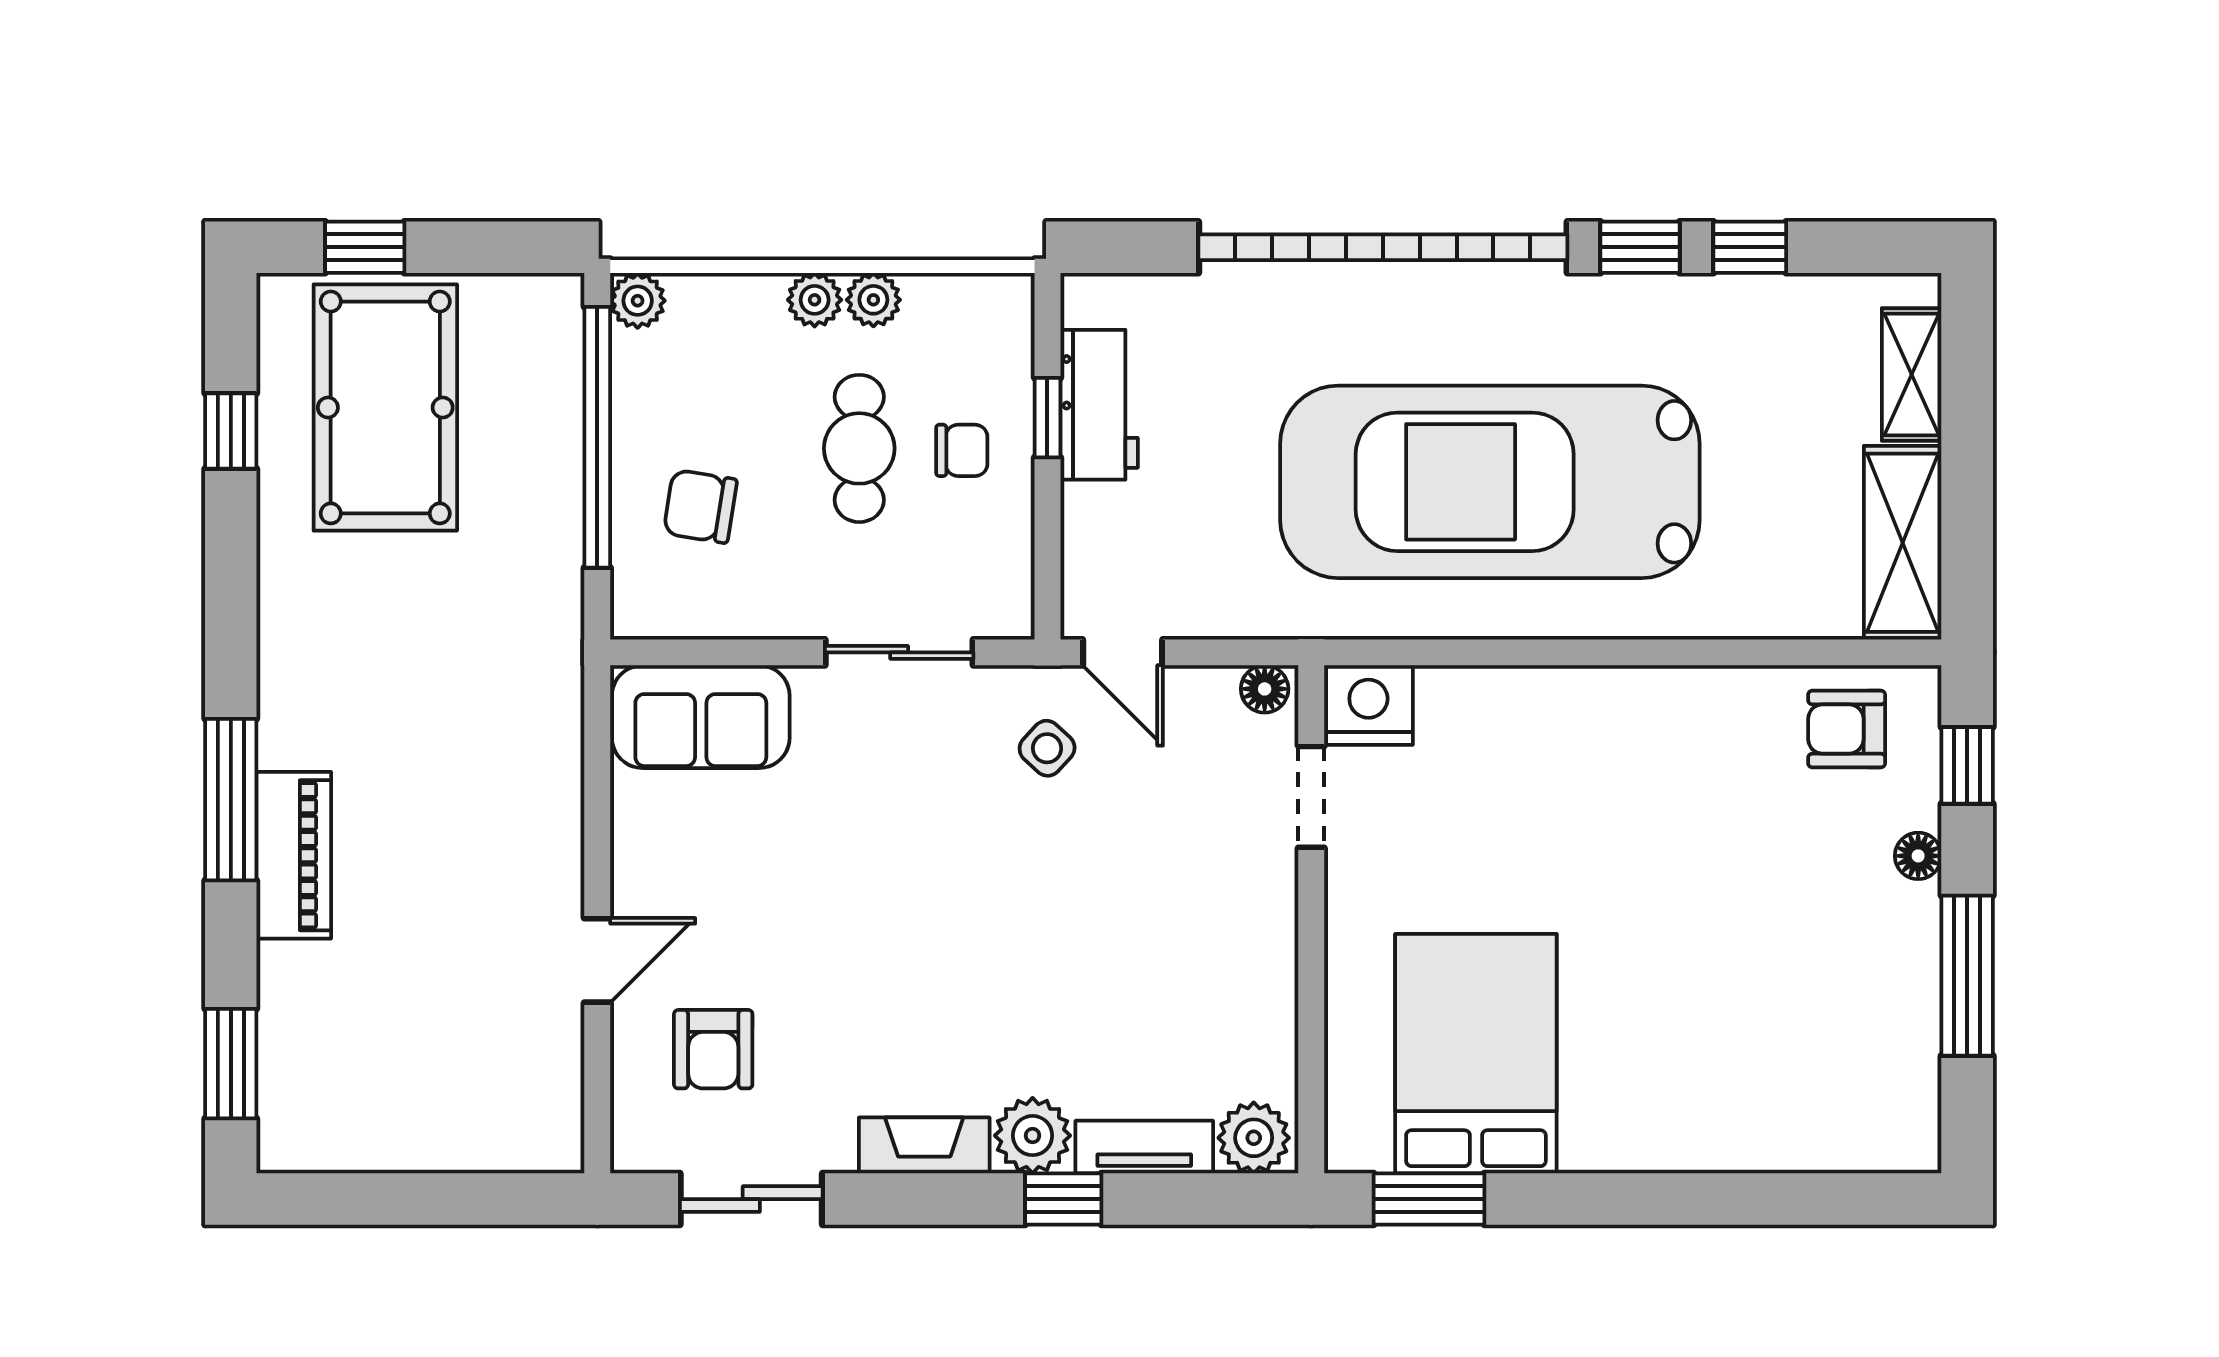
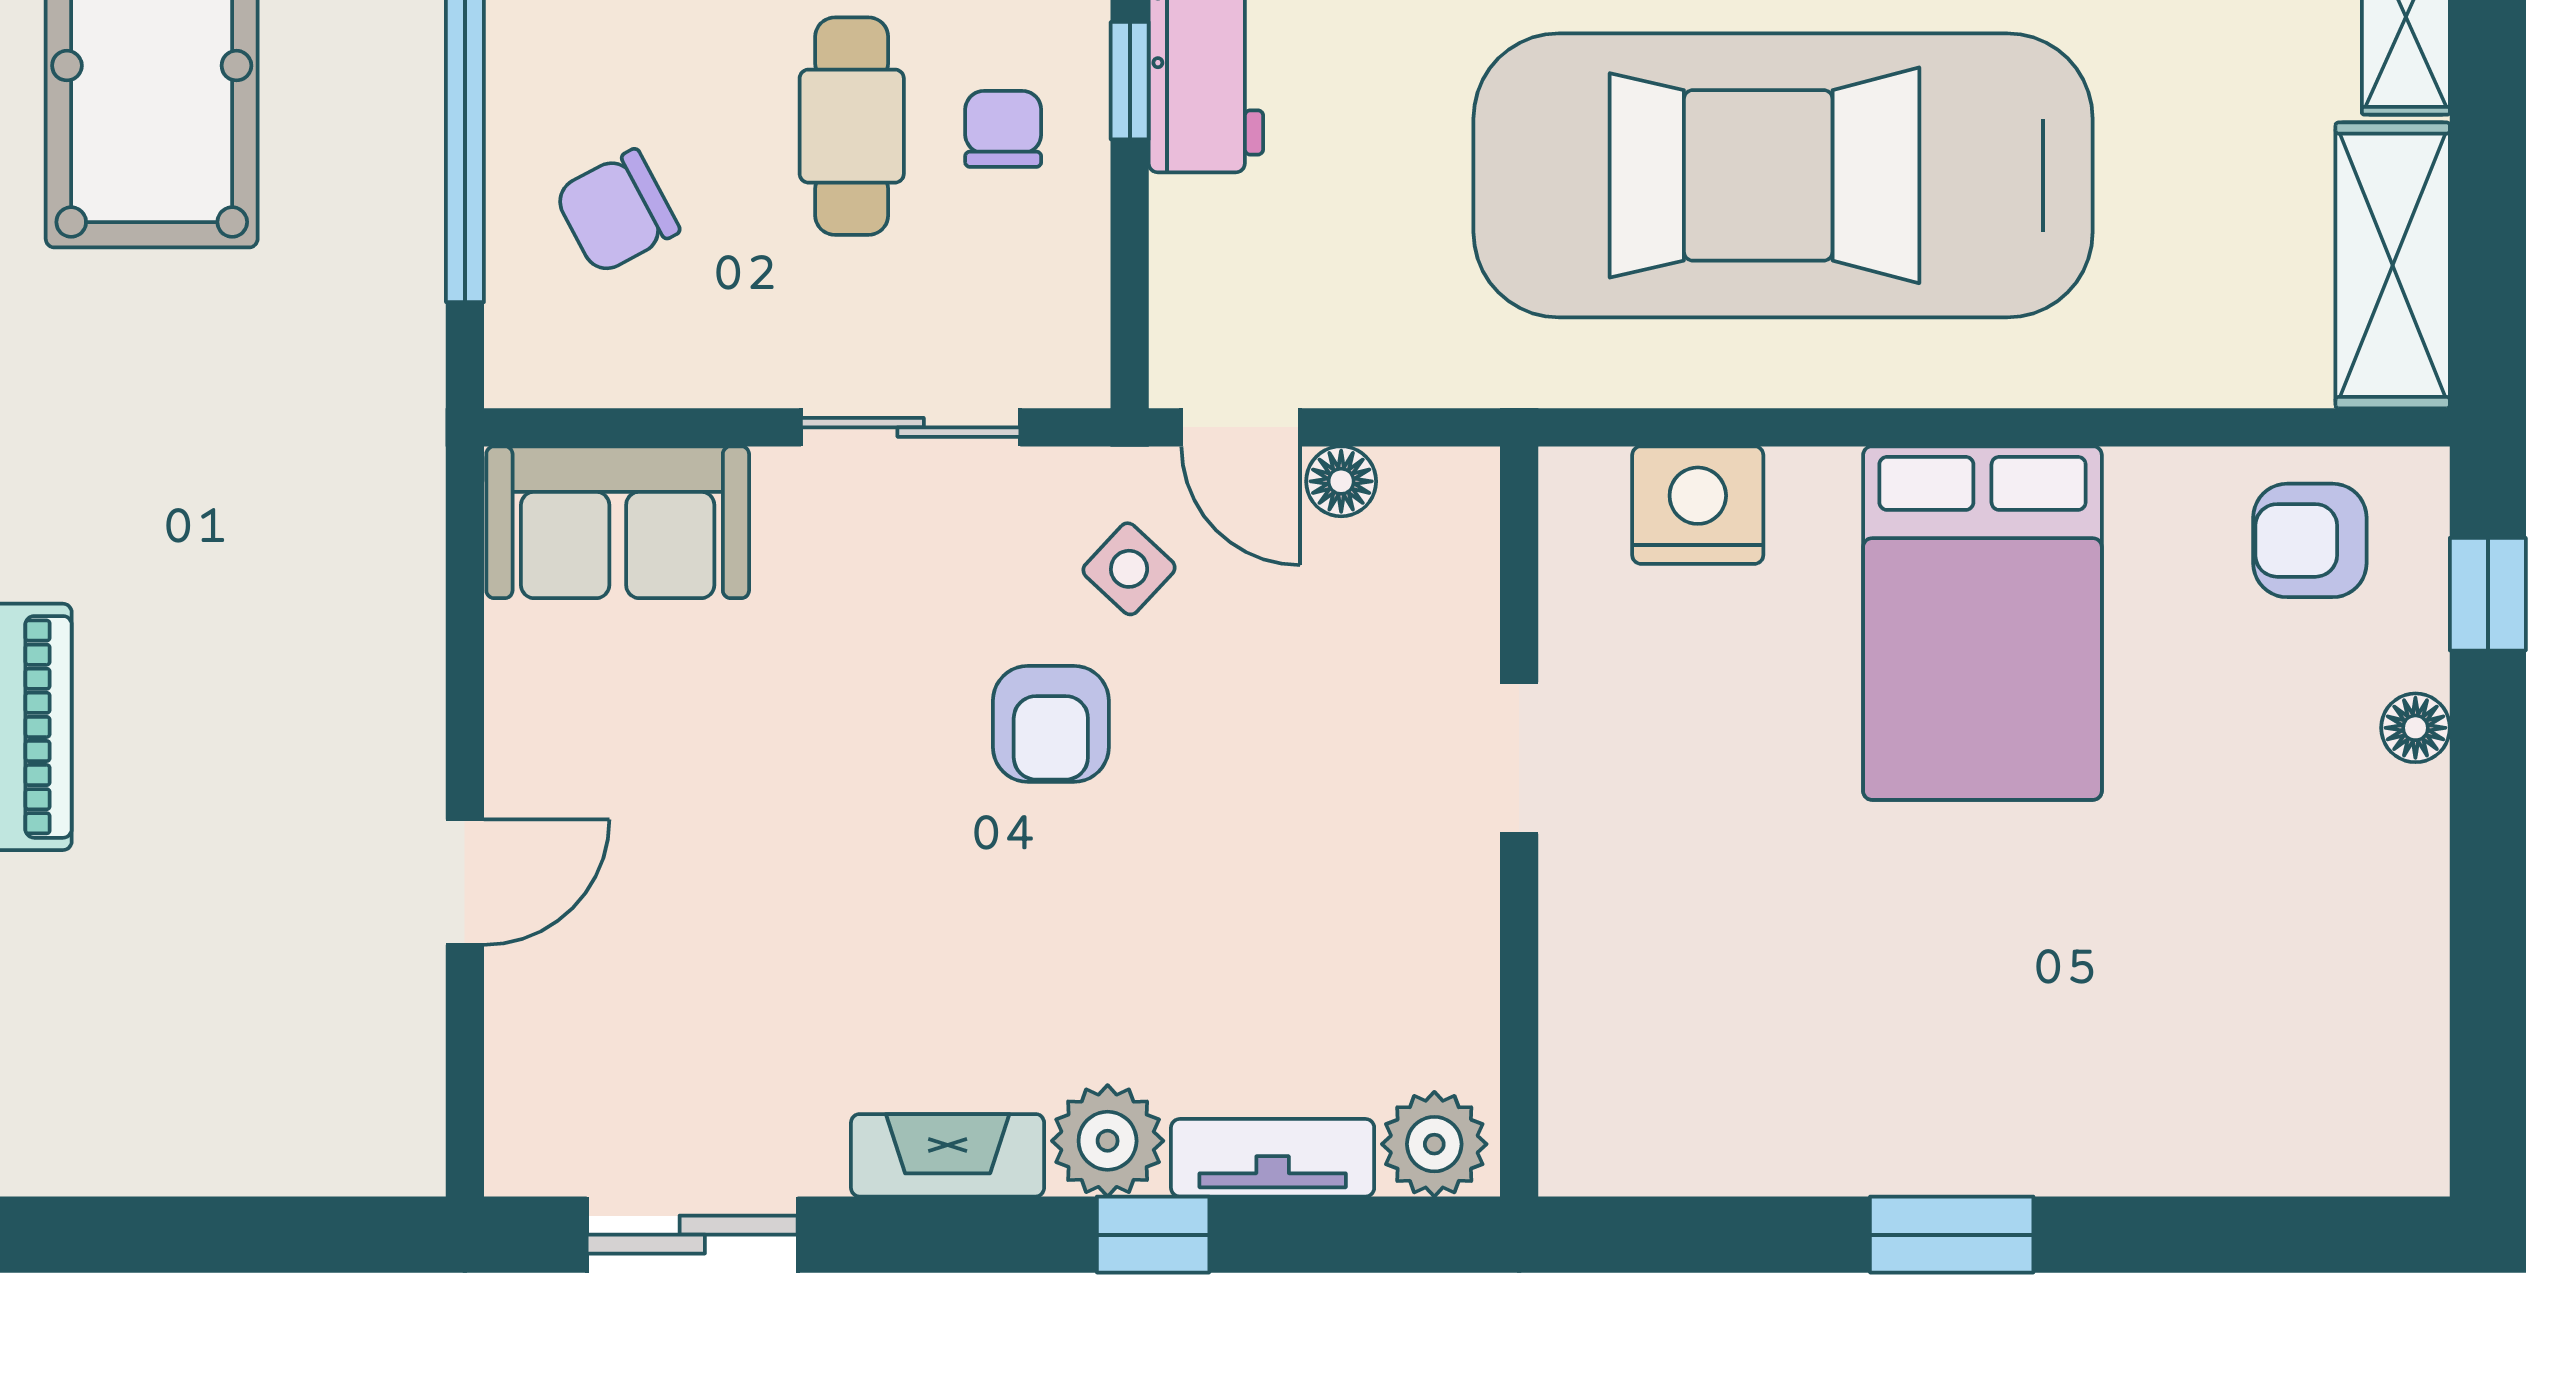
chair: (962, 450) -> (1003, 129), turned -90
chair: (700, 506) -> (617, 212), turned -37
floor lamp: (1265, 689) -> (1341, 481), moved
nightstand: (1368, 705) -> (1698, 505), moved
doorway: (1311, 797) -> (1519, 758), moved
window: (1967, 976) -> (2488, 905), removed
armchair: (713, 1049) -> (1051, 724), moved
bed: (1476, 1054) -> (1982, 623), moved, turned 180
window: (1429, 1199) -> (1952, 1235), moved

